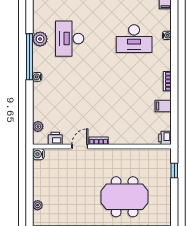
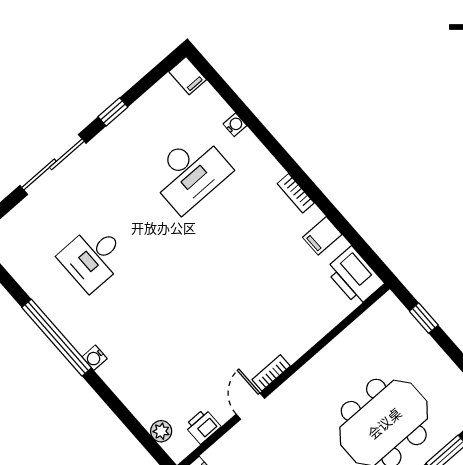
plant: (40, 39) -> (49, 297), removed
desk: (70, 39) -> (93, 257), width x0.73
printer: (165, 138) -> (355, 276), width x1.87, depth x1.48

